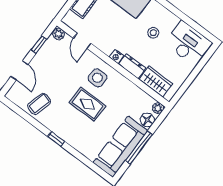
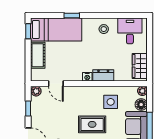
stool: (153, 33) -> (104, 29), moved
desk: (188, 43) -> (130, 31), width x0.73
side table: (97, 78) -> (111, 102), moved
wardrobe: (156, 82) -> (140, 66), moved, turned -90

